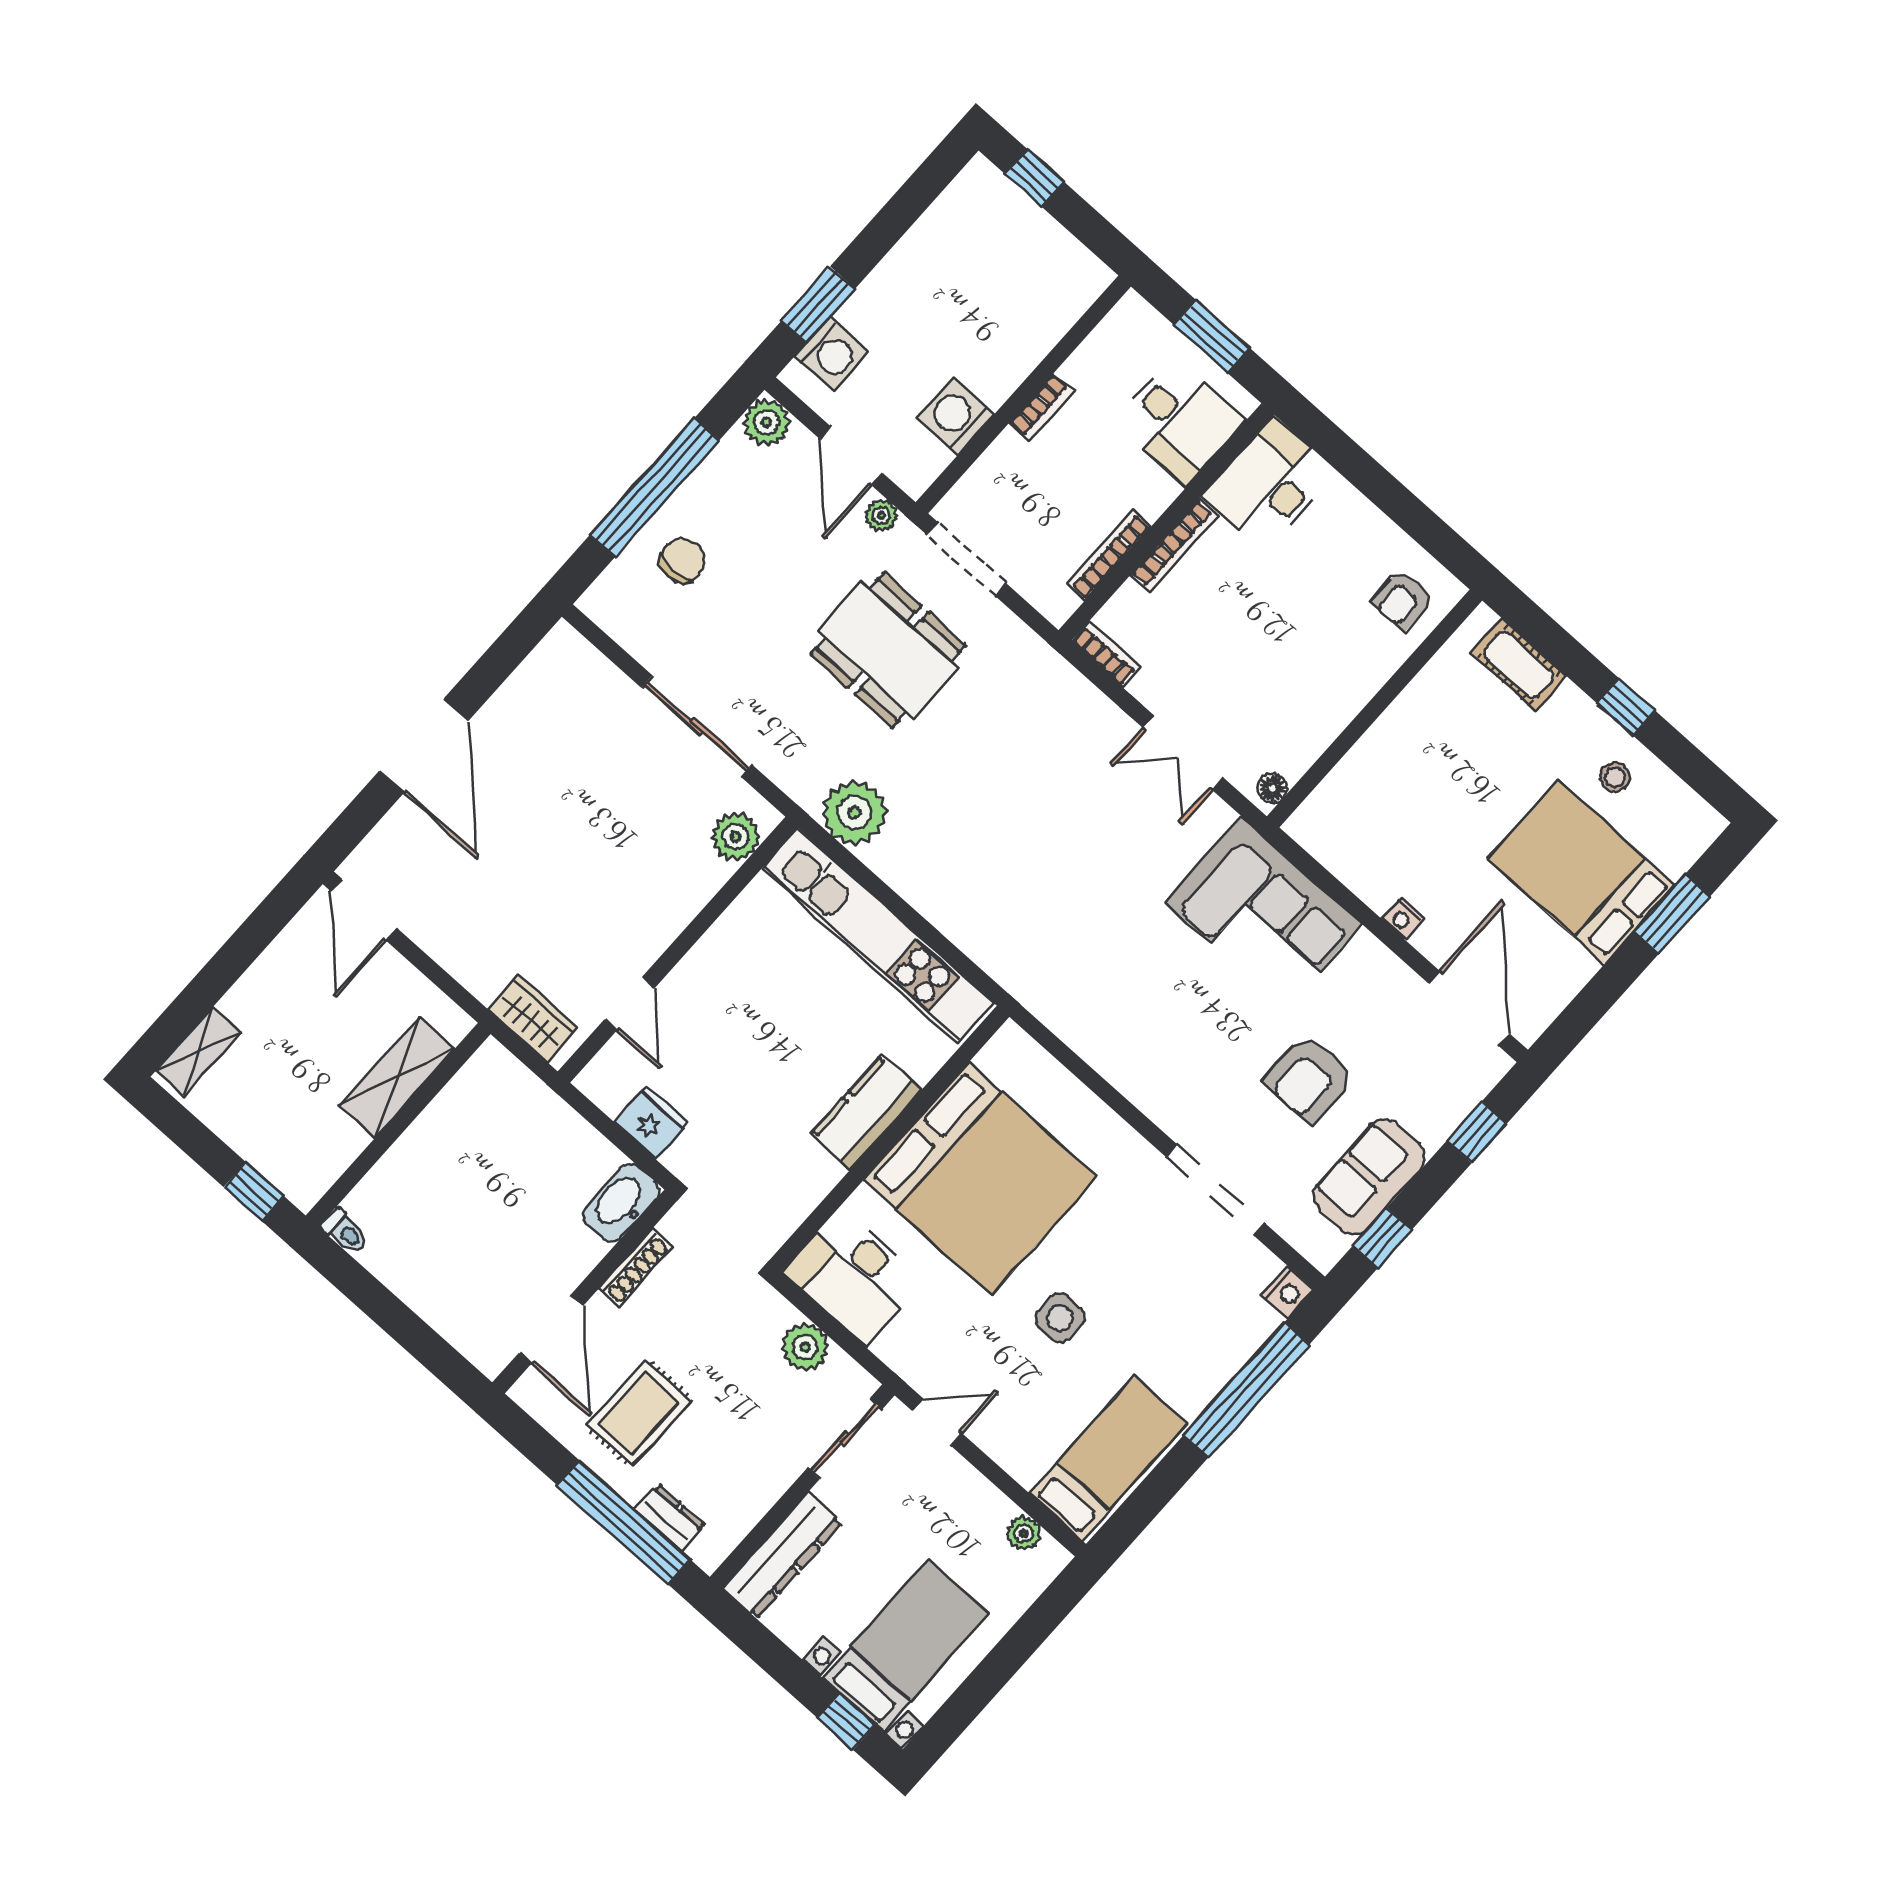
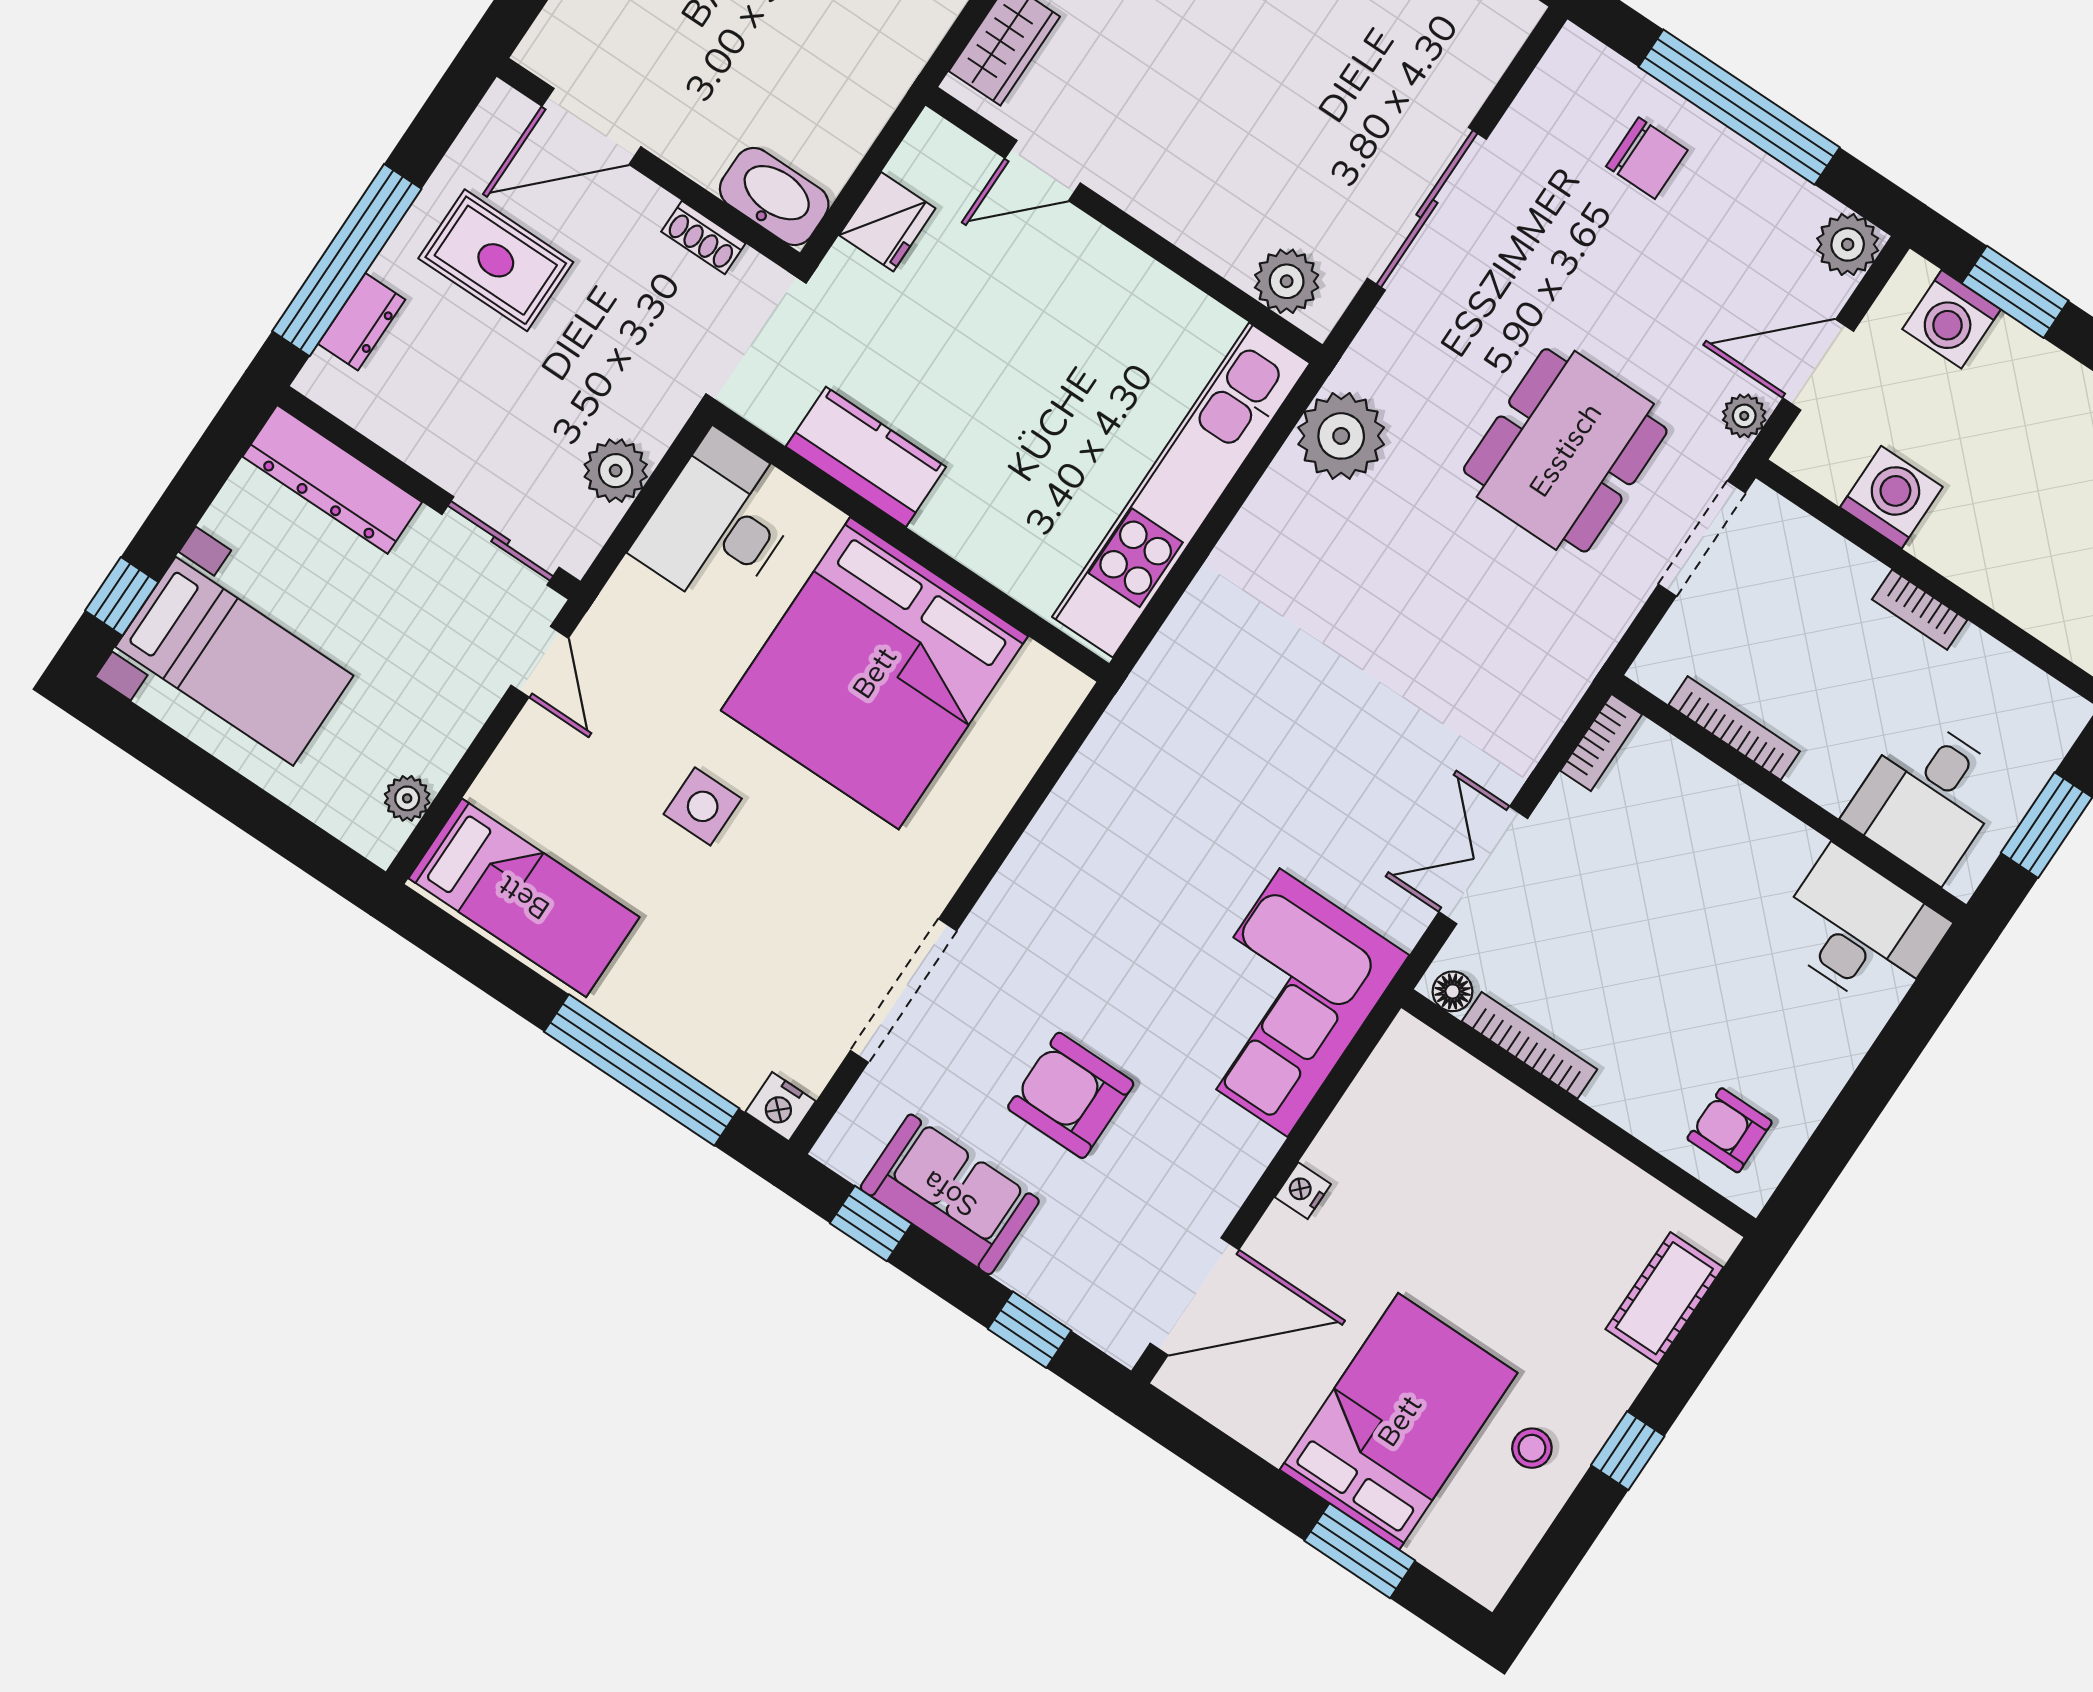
bookcase: (1174, 545) -> (1530, 1045), moved, turned 180
kitchen counter: (866, 1112) -> (866, 457), moved
shoe rack: (635, 1268) -> (703, 237), width x0.70

